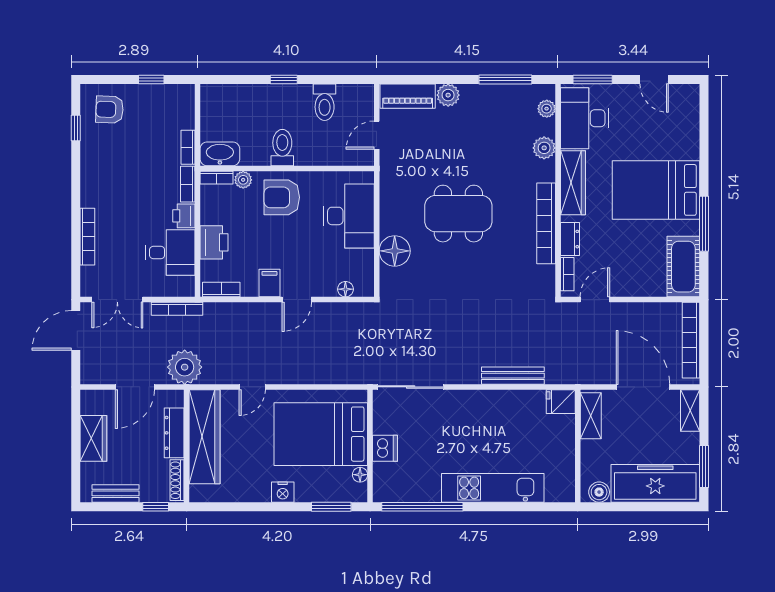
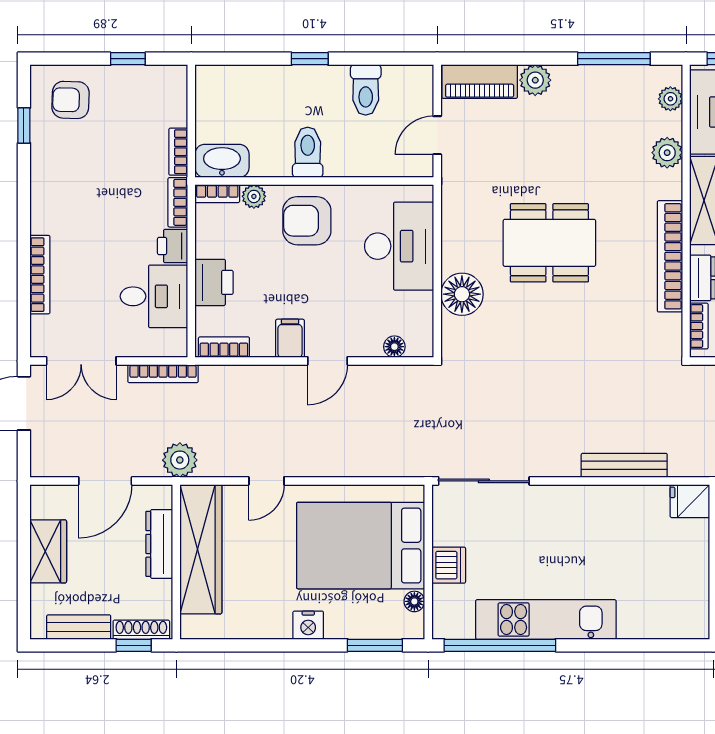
plant: (185, 367) -> (180, 460), width x0.73, depth x0.73
shoe rack: (177, 480) -> (141, 630), moved, turned 90
kitchen unit: (493, 488) -> (546, 619), moved

